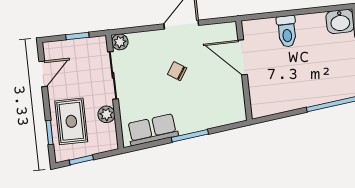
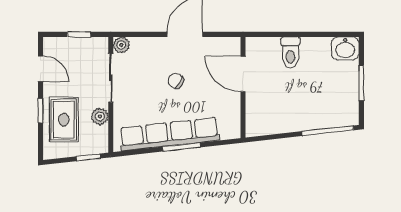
door: (43, 74) -> (41, 69), hinge flipped
row of seats: (152, 130) -> (169, 134), width x2.02
window: (49, 133) -> (41, 111), moved
window: (81, 160) -> (88, 157), moved

